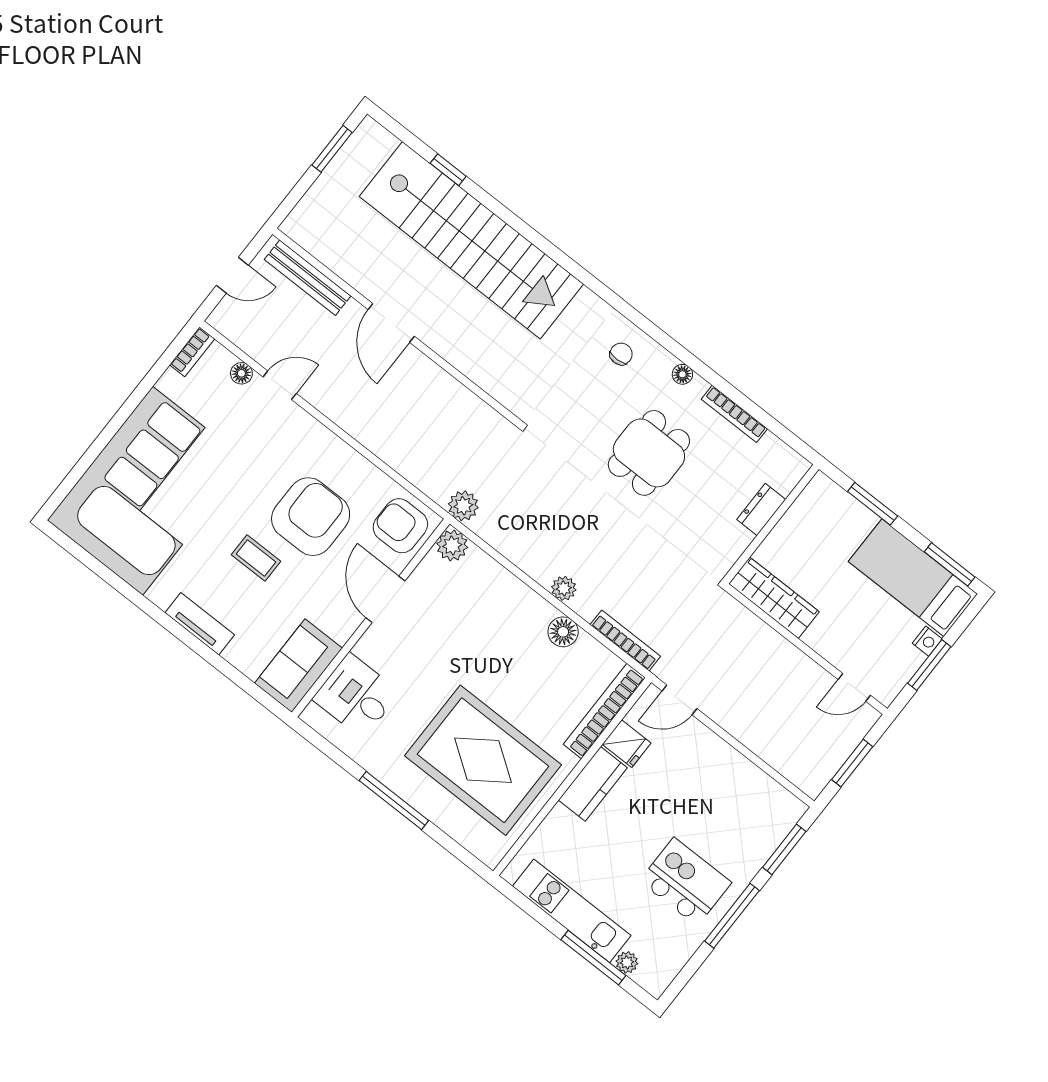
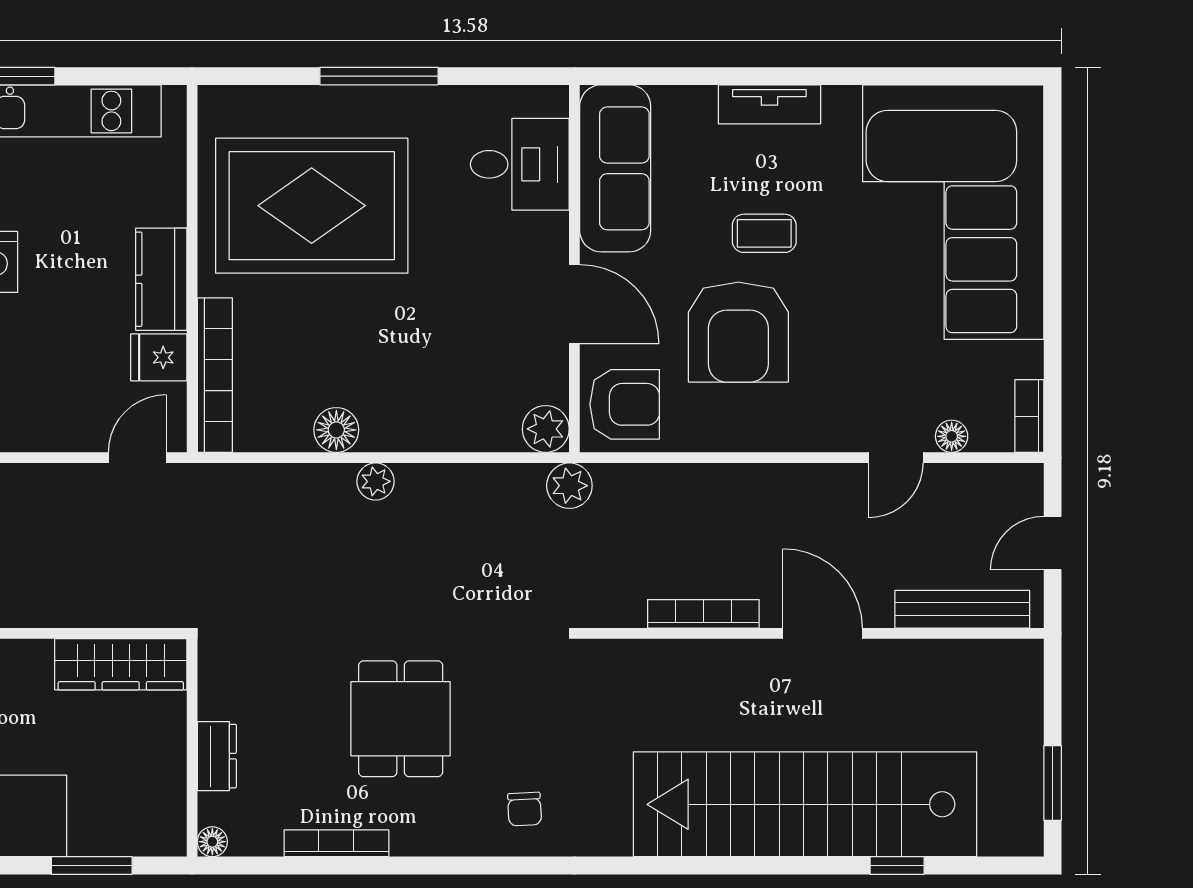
floor lamp: (682, 374) -> (212, 842), moved
bookcase: (625, 640) -> (703, 614), moved, turned 180
sofa: (298, 666) -> (615, 168), width x1.36

